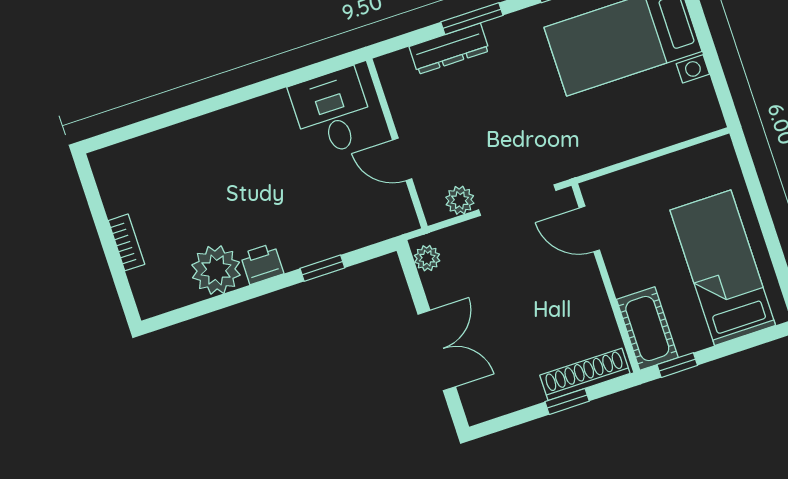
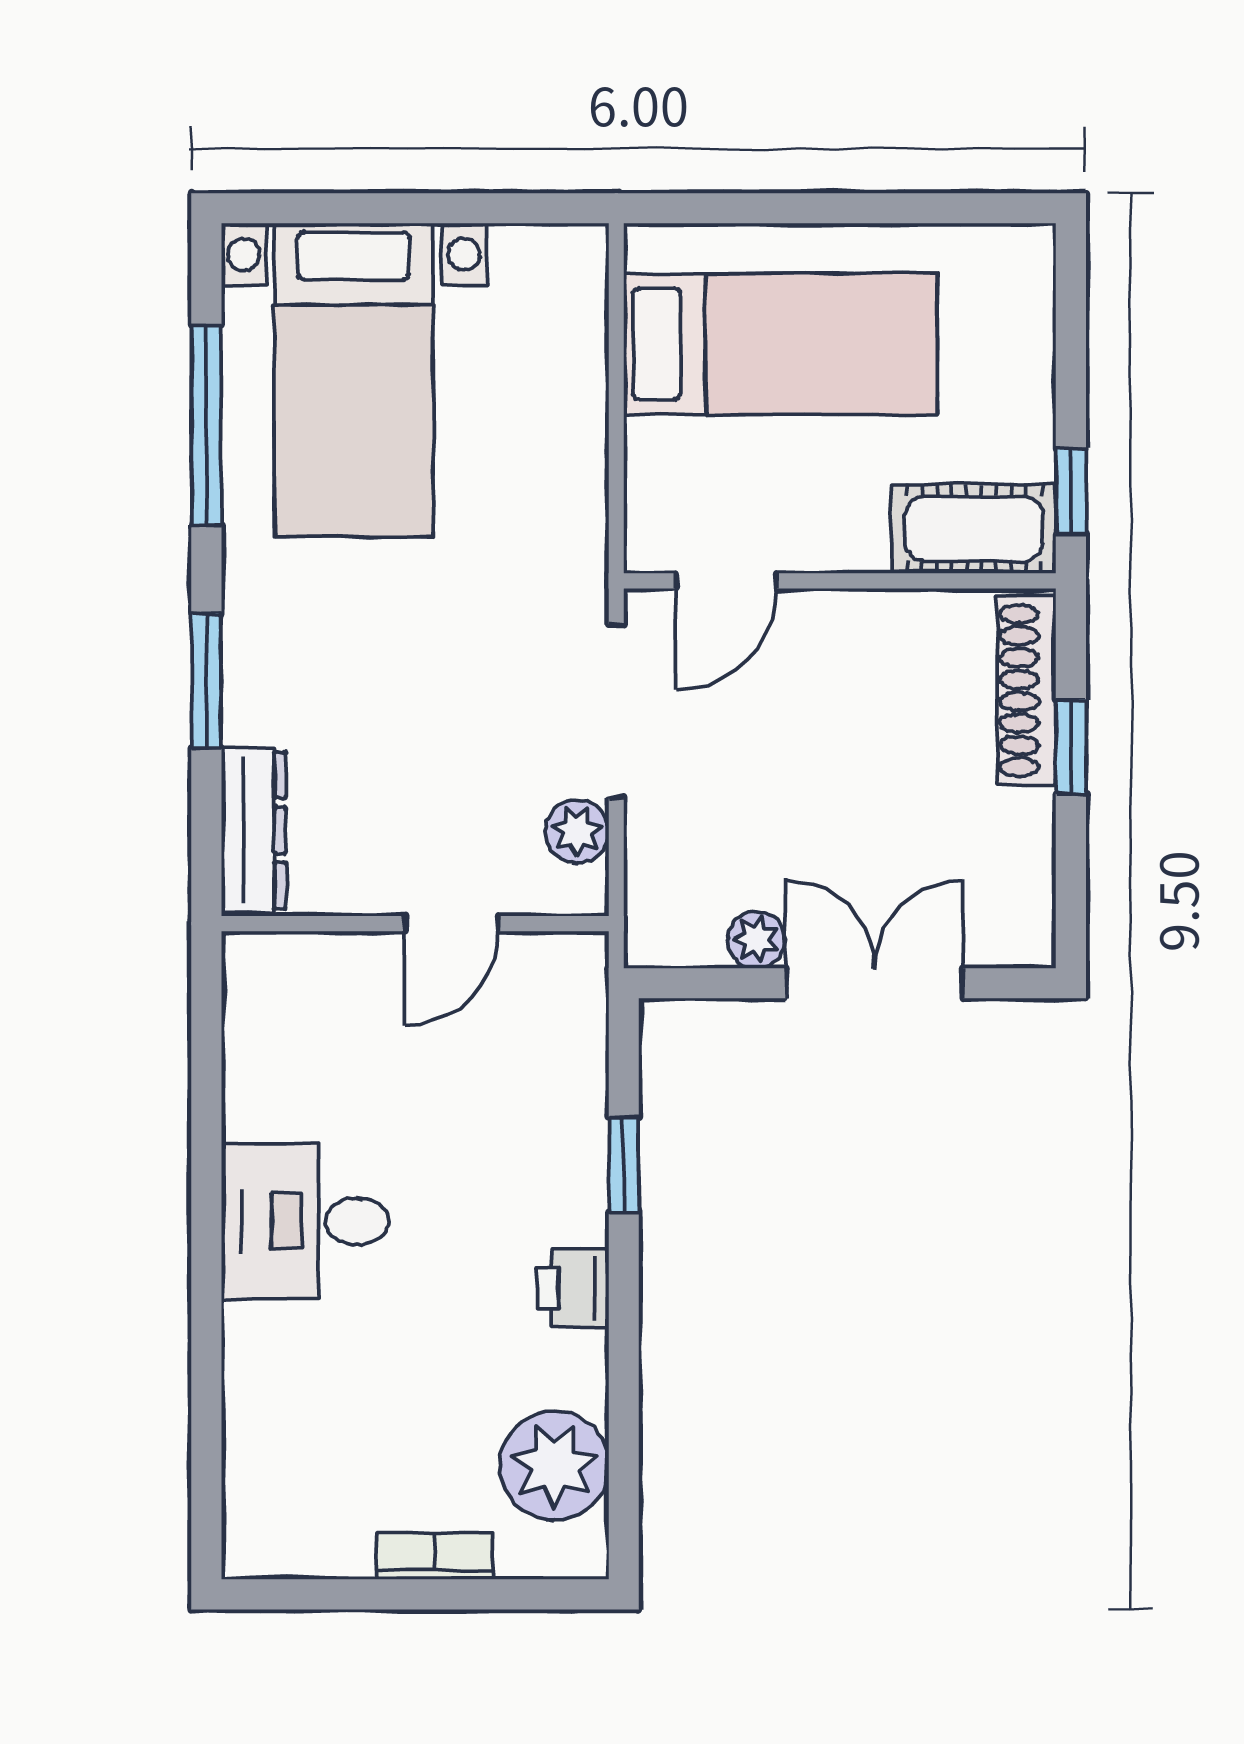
dresser: (449, 49) -> (254, 830), moved
desk: (332, 112) -> (305, 1221), moved
plant: (427, 258) -> (757, 940), moved
bed: (723, 268) -> (781, 344), moved, turned 180
plant: (216, 270) -> (554, 1465), moved

